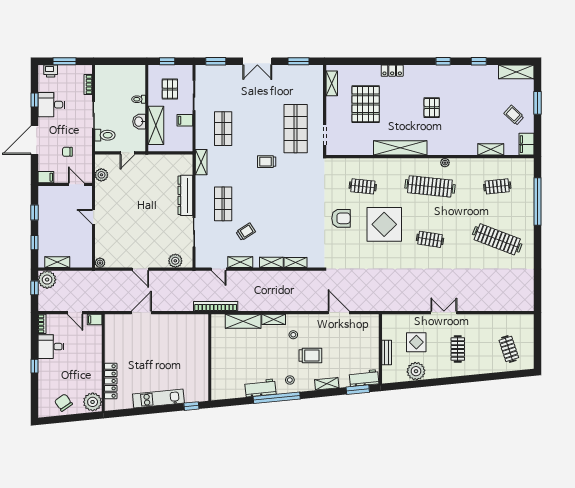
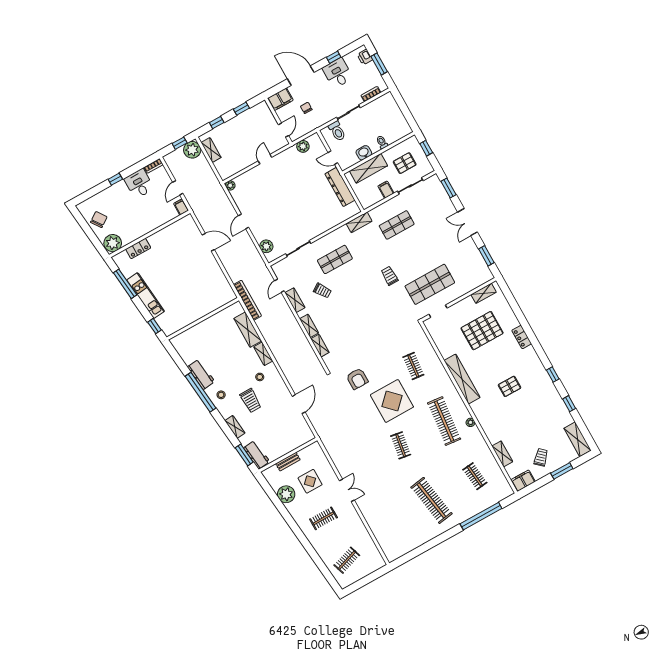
filing cabinet: (46, 177) -> (280, 99), width x2.00
dresser: (185, 195) -> (340, 187), moved, turned -90
armchair: (341, 218) -> (357, 379), moved
clothes rail: (497, 239) -> (431, 500), turned -30
locker: (111, 381) -> (138, 248), width x0.66
window: (137, 411) -> (125, 284), added

